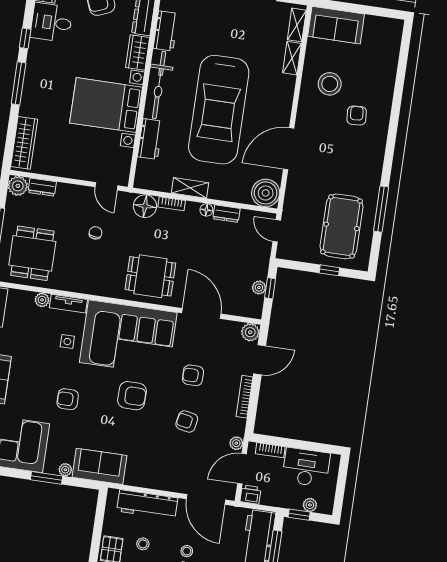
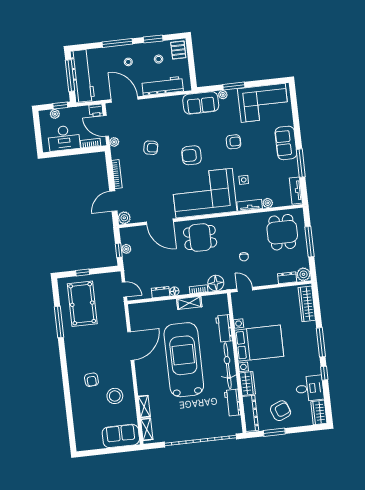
boiler: (266, 193) -> (138, 313), removed
armchair: (193, 375) -> (155, 179), removed
door: (242, 469) -> (106, 126), swing flipped

